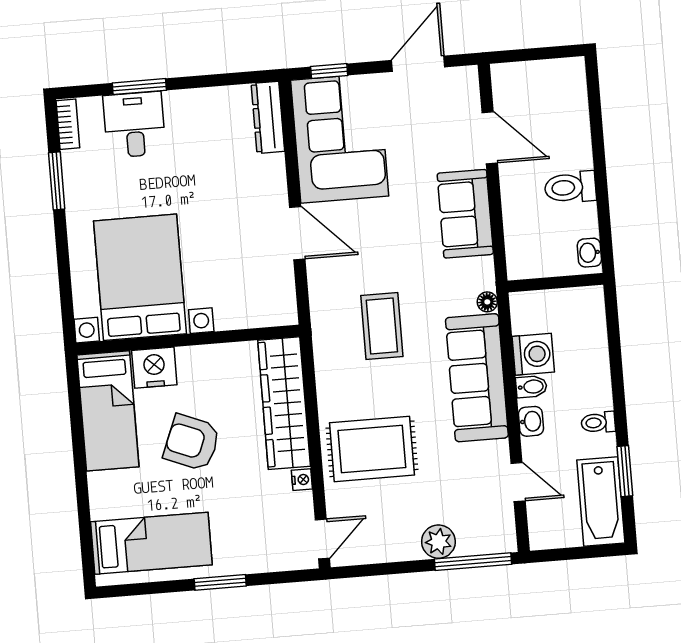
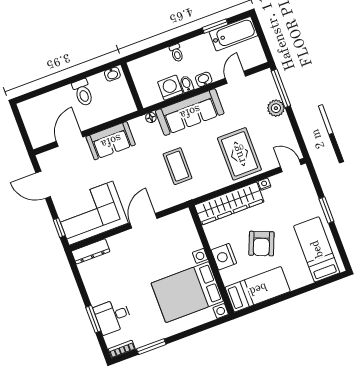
coffee table: (382, 326) -> (177, 166), turned 90
nightstand: (154, 368) -> (224, 257), moved
toilet: (598, 423) -> (177, 53), moved

